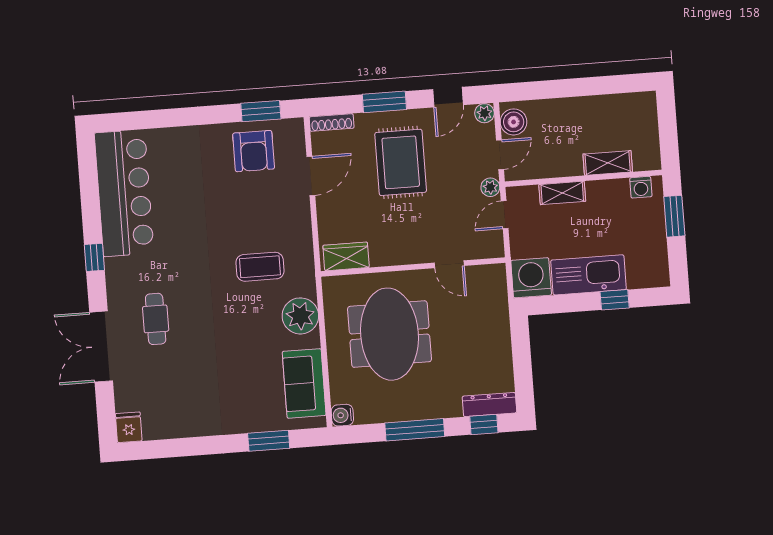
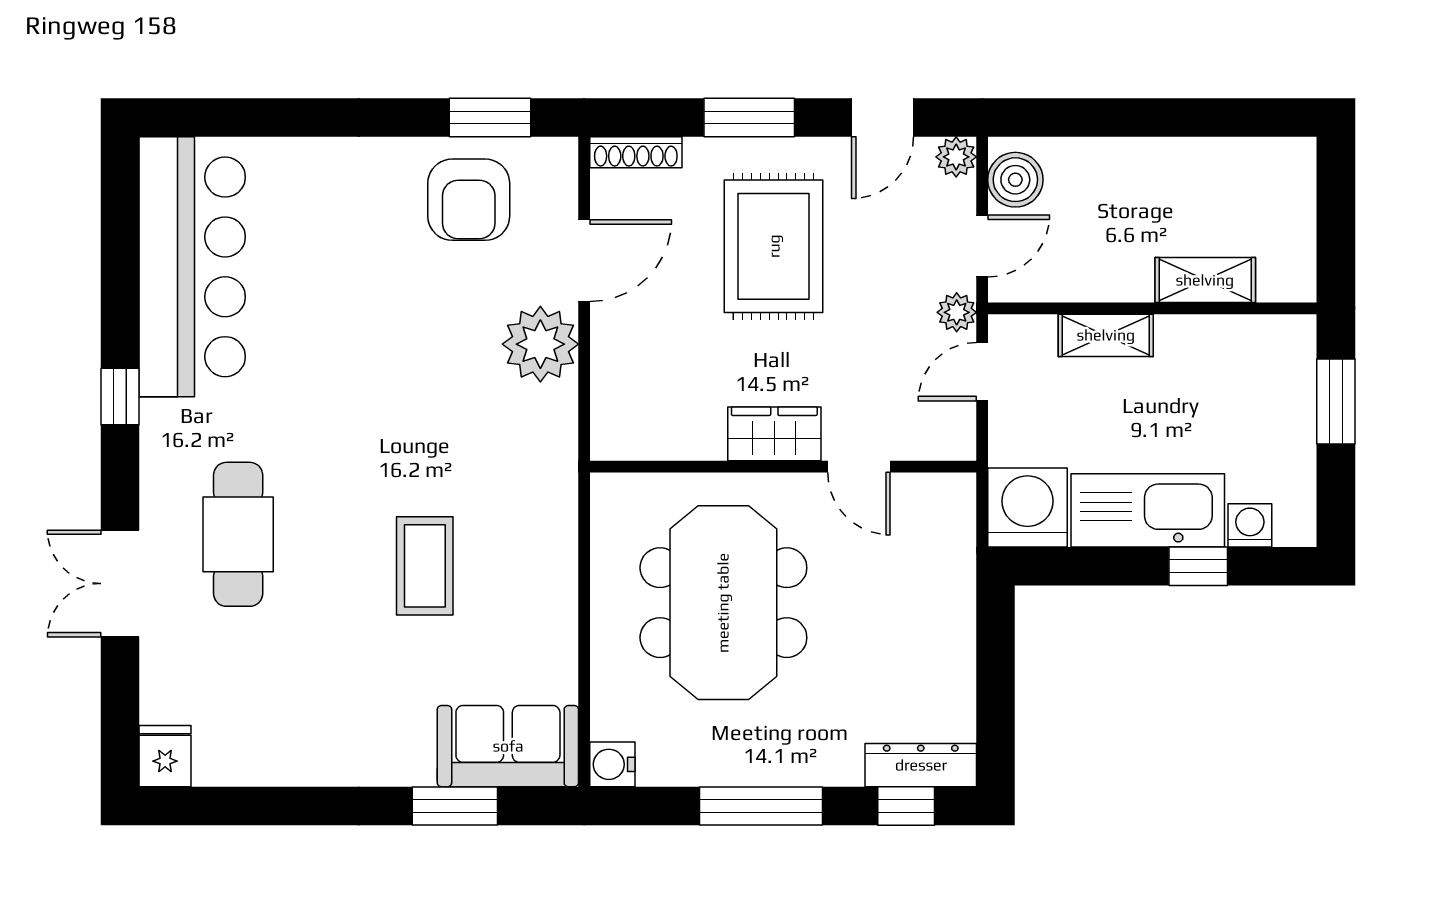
washing machine: (641, 187) -> (1250, 525), moved, turned 180
wardrobe: (346, 256) -> (774, 434), moved
coffee table: (260, 267) -> (425, 566), moved, turned 90
plant: (300, 316) -> (540, 344), moved
cafe table: (156, 319) -> (238, 534), width x1.37, depth x1.35
double door: (101, 347) -> (120, 584), width x0.73
sofa: (304, 383) -> (508, 746), moved, turned 90

